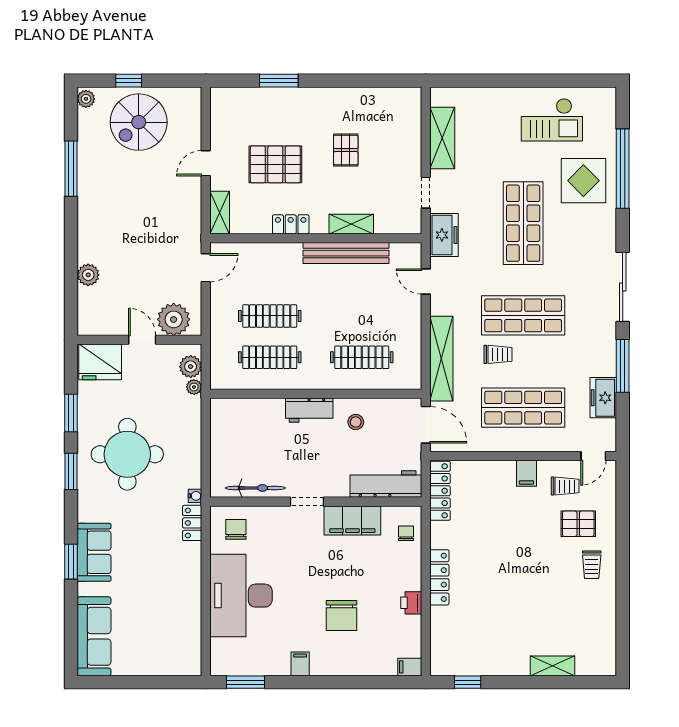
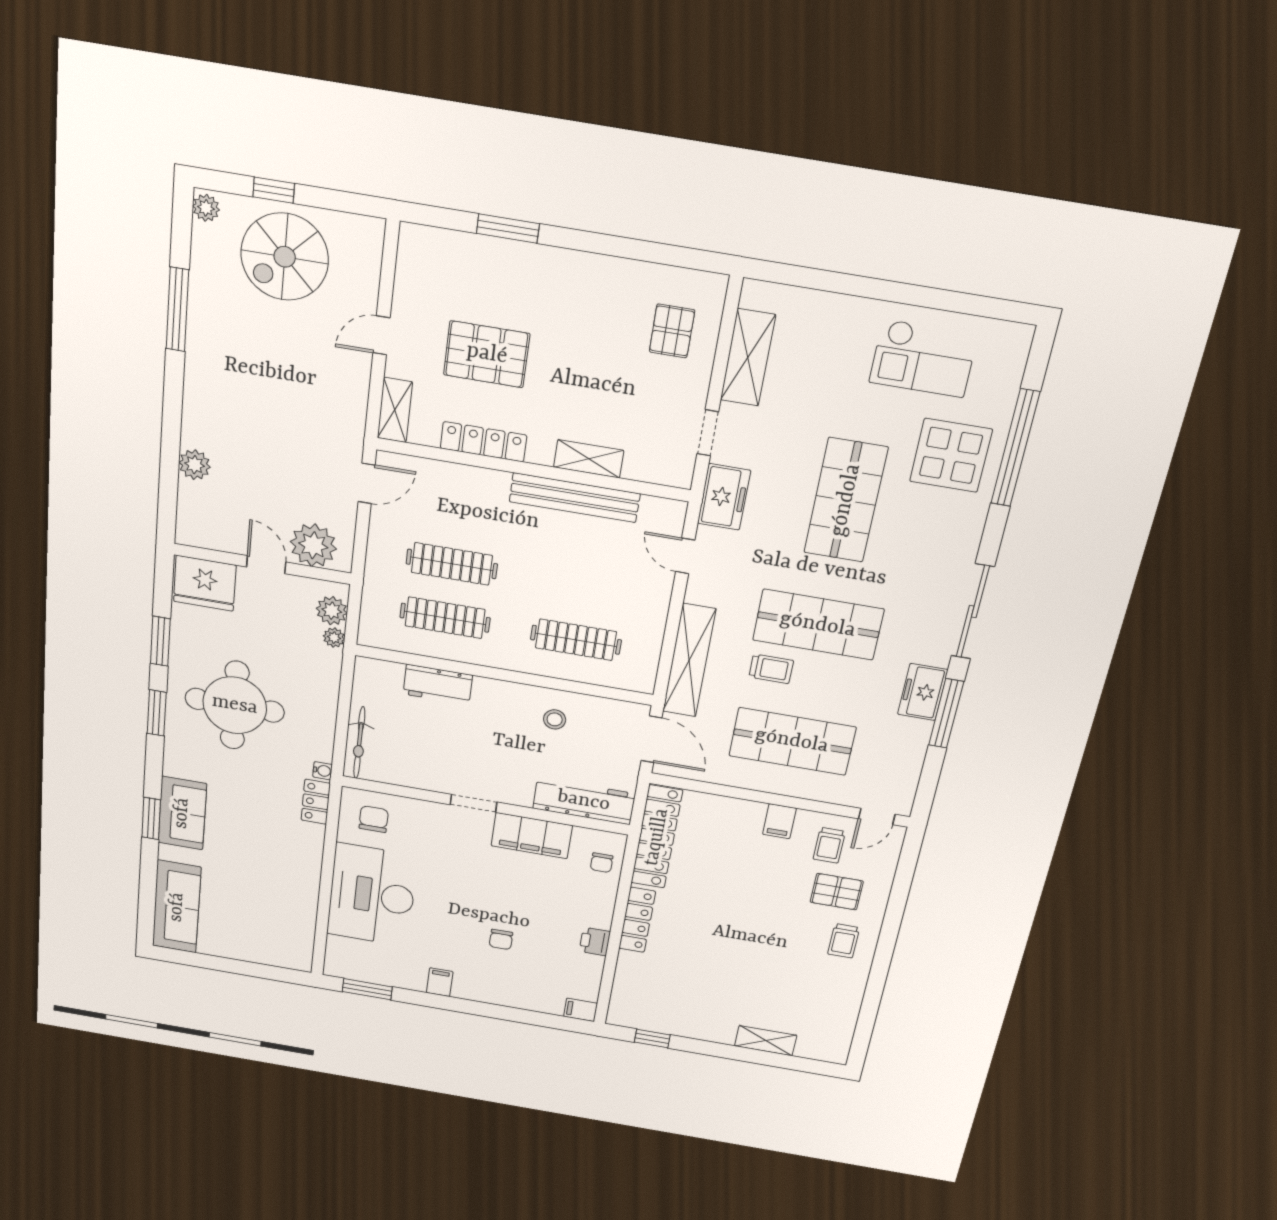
pallet: (346, 150) -> (672, 331), moved
locker: (291, 224) -> (483, 442), width x1.53
freezer: (603, 398) -> (923, 692), moved
workbench: (309, 410) -> (438, 685), moved
trolley: (565, 486) -> (829, 845), turned 90
bicycle: (255, 488) -> (359, 743), moved, turned 90
locker: (440, 491) -> (657, 837), width x1.41, depth x1.21
chair: (406, 533) -> (602, 863), turned 180
chair: (342, 615) -> (501, 939), width x0.54, depth x0.54

